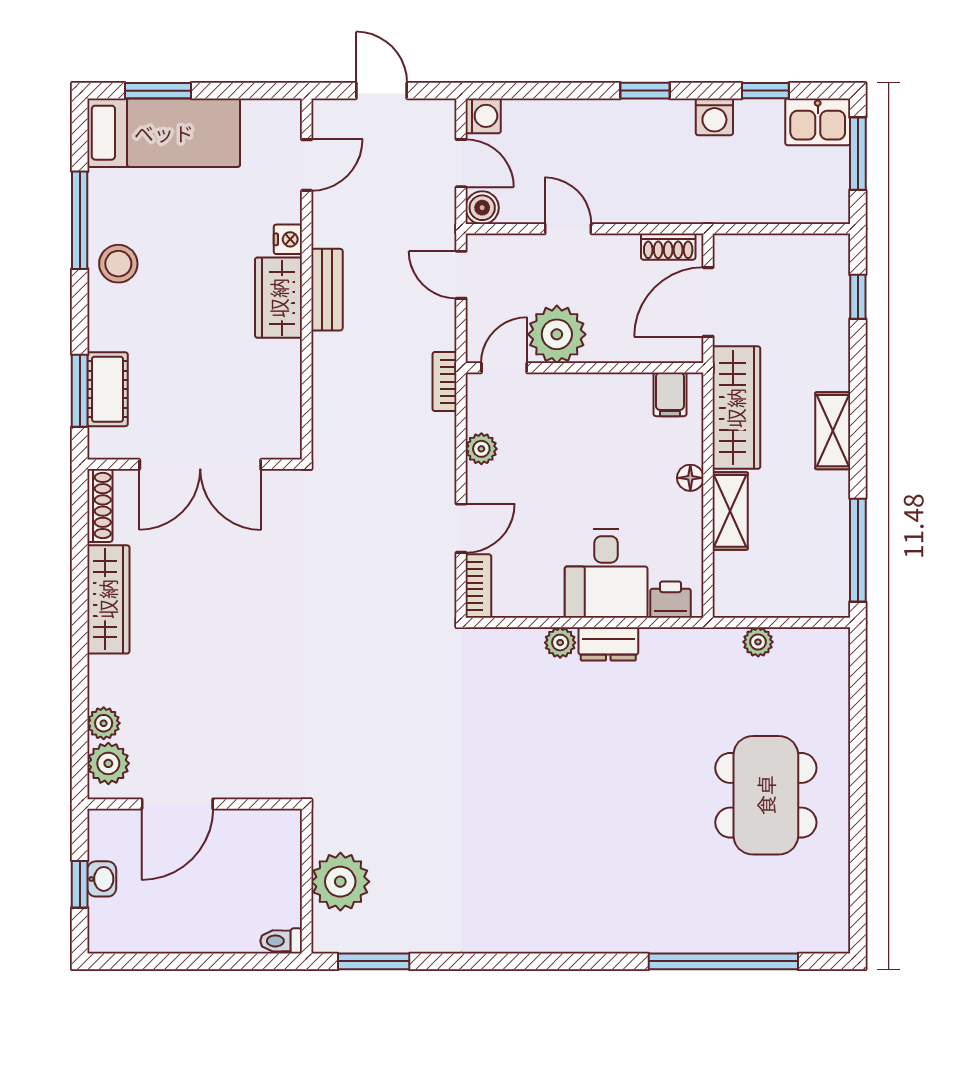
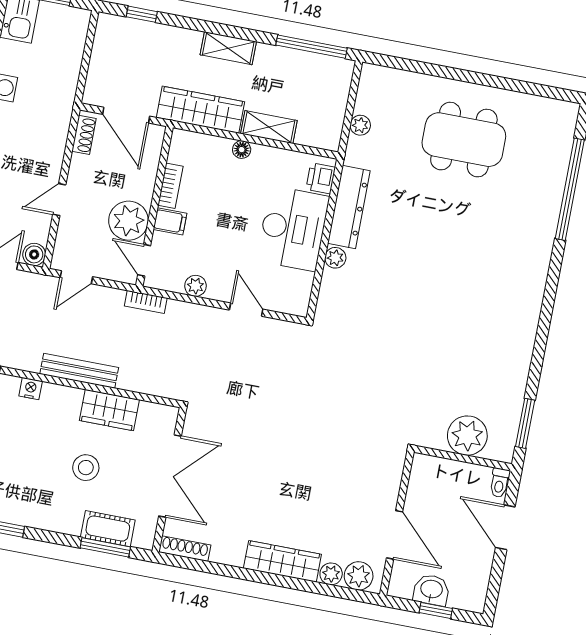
stool: (118, 264) -> (86, 468), moved
bench: (327, 290) -> (79, 371), width x1.36
wardrobe: (279, 298) -> (109, 410), moved
filing cabinet: (670, 394) -> (170, 221), moved
desk: (606, 573) -> (293, 229), width x1.37
bookcase: (478, 586) -> (170, 186), moved, turned 90
wardrobe: (108, 599) -> (282, 561), moved
dresser: (608, 644) -> (349, 207), width x1.96, depth x1.24
washbasin: (102, 879) -> (431, 590), width x1.38, depth x1.45
door: (219, 961) -> (505, 527), added

